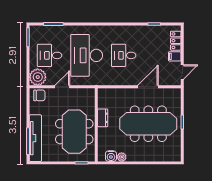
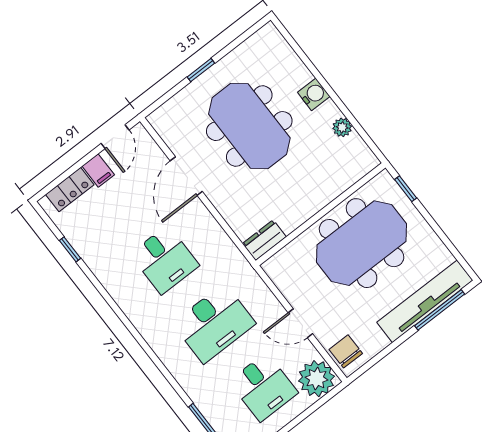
desk: (87, 55) -> (214, 323), width x0.73, depth x0.77
door: (182, 72) -> (115, 137), swing flipped
door: (148, 87) -> (186, 176), hinge flipped
dresser: (103, 118) -> (264, 240), moved
meeting table: (148, 124) -> (249, 126), width x0.73
water cooler: (111, 156) -> (314, 94), moved

